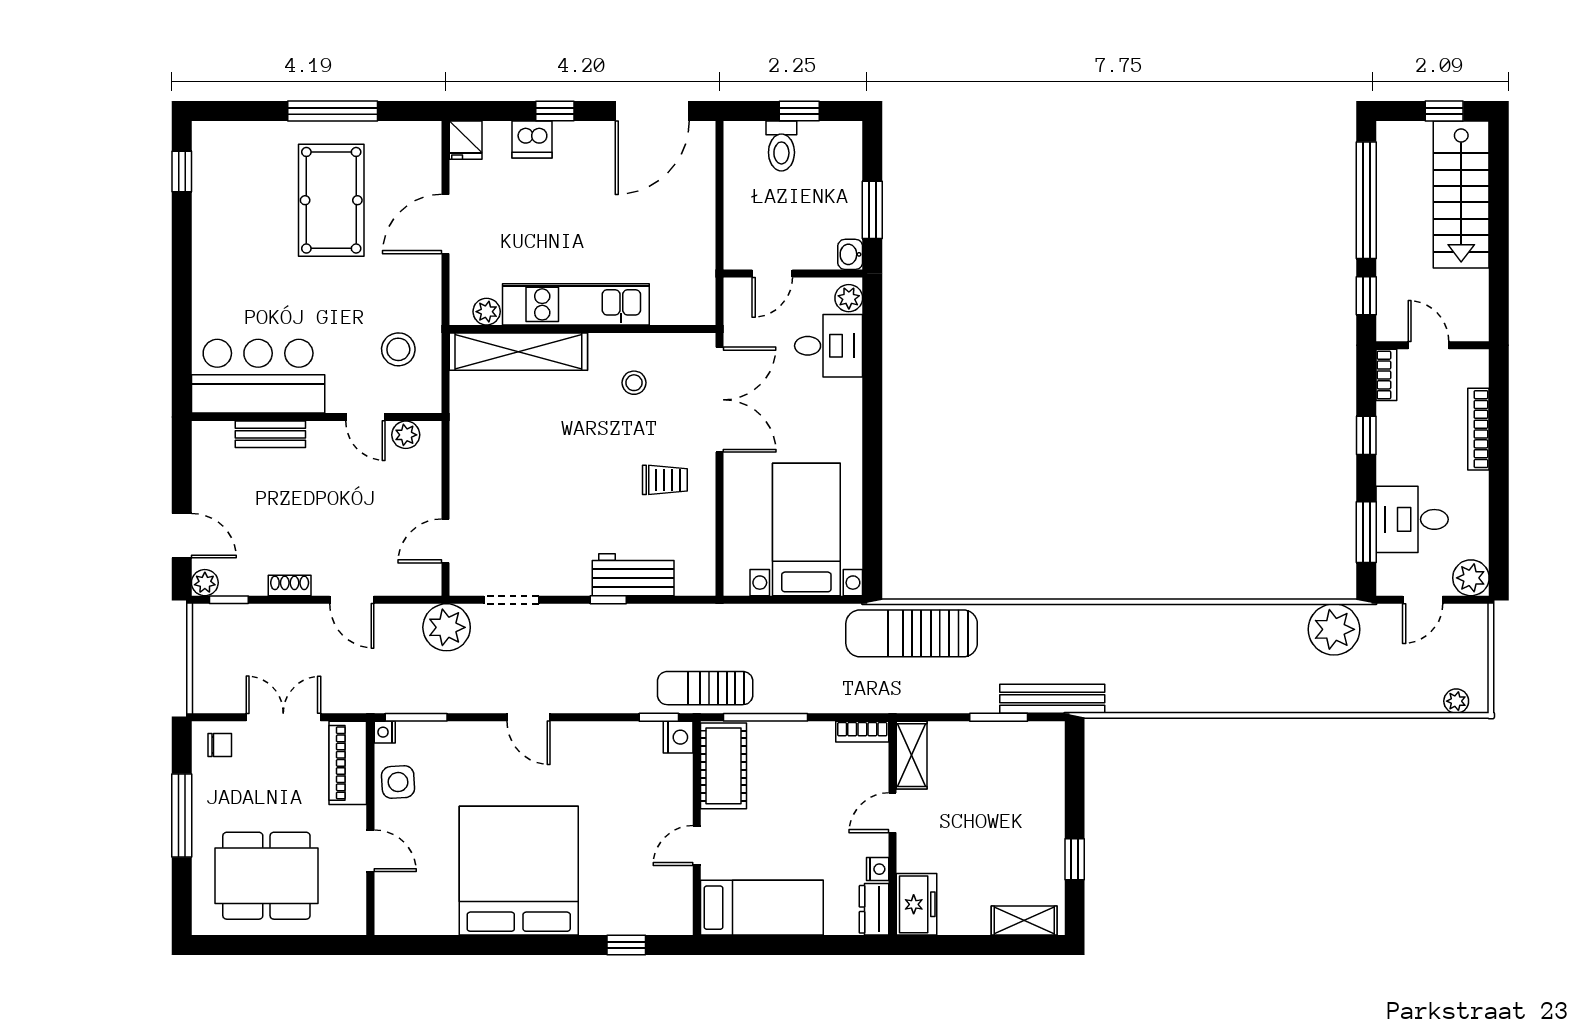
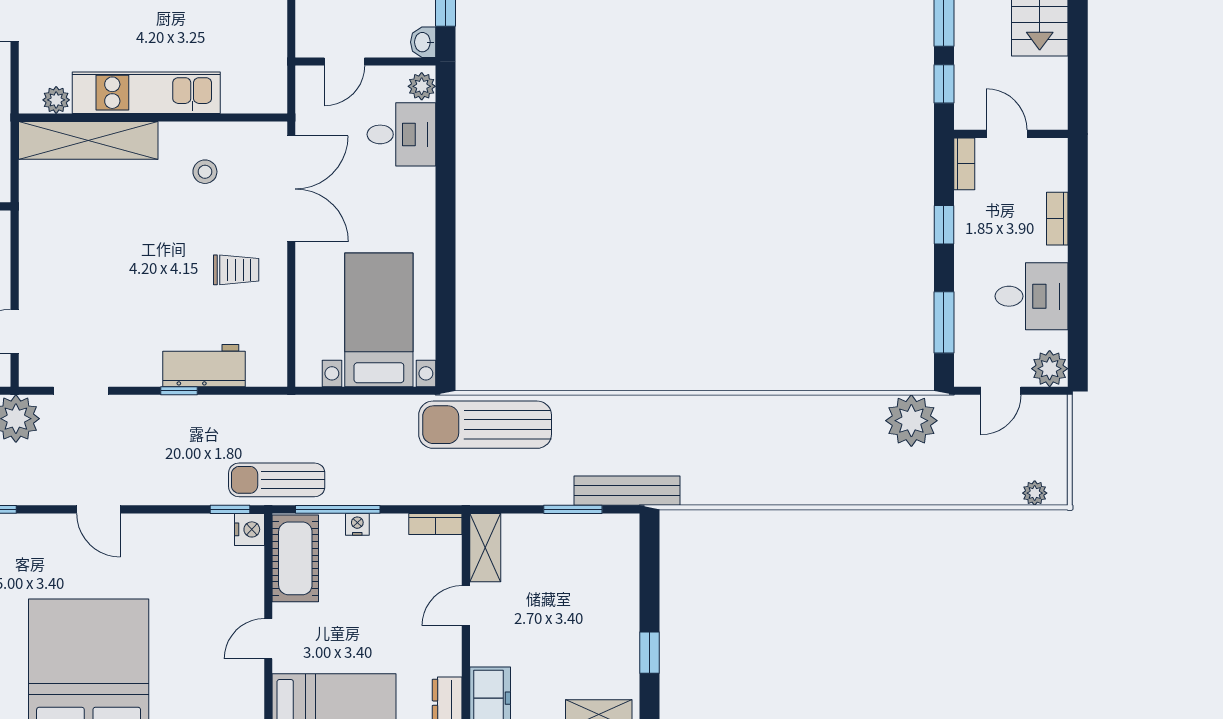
bookcase: (1478, 429) -> (1057, 219), width x0.64
desk: (1412, 519) -> (1031, 296), moved, turned 180
nightstand: (878, 869) -> (357, 524), moved, turned -90

